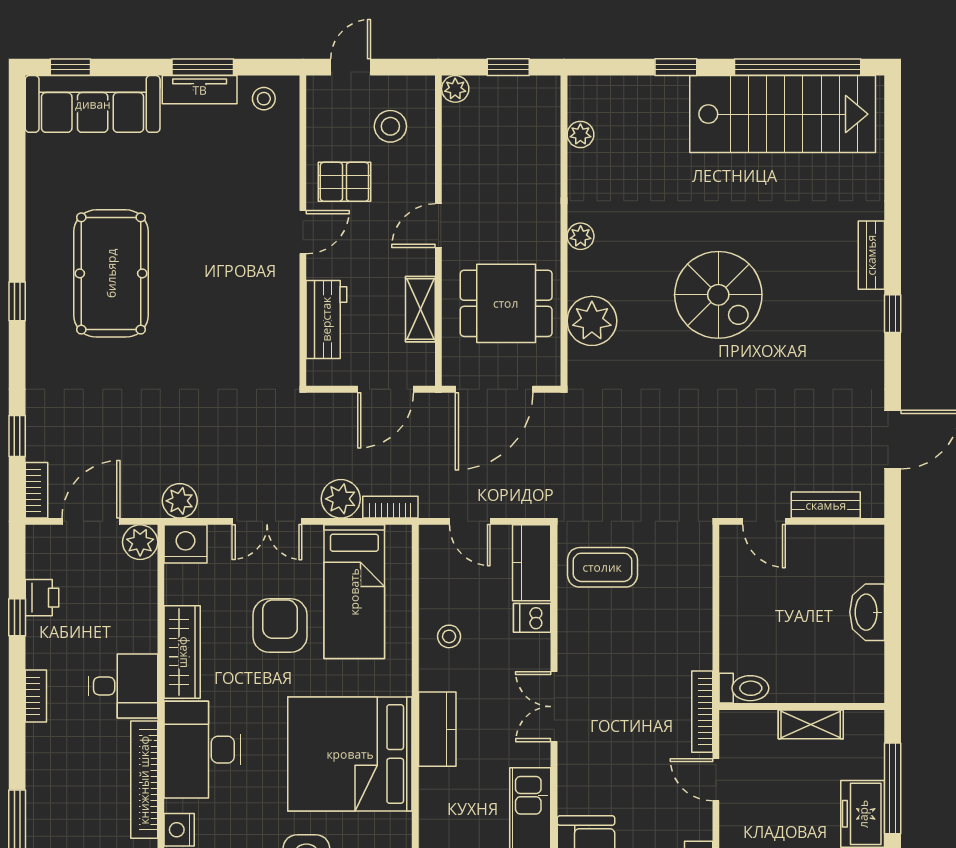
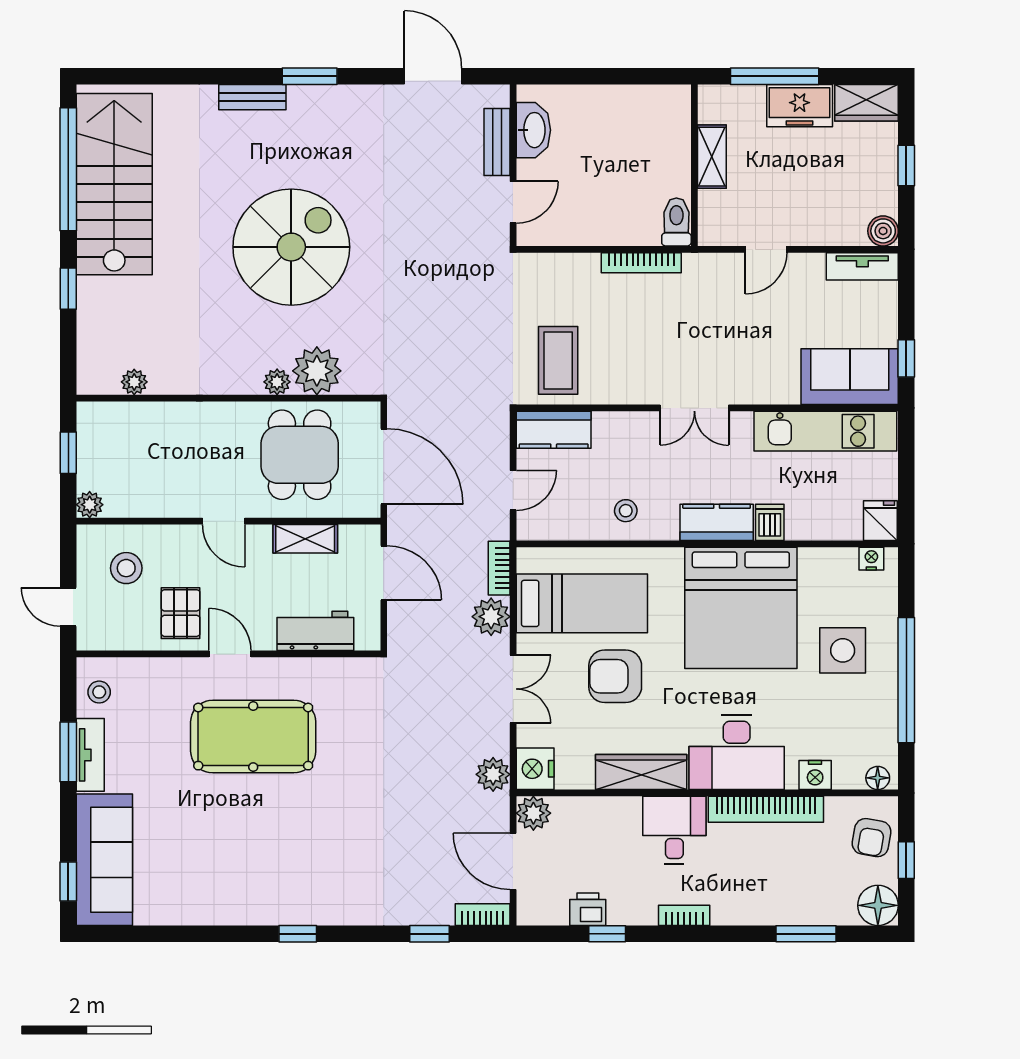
plant: (581, 236) -> (277, 382), moved
pool table: (111, 273) -> (253, 737), moved
spiral stairs: (718, 295) -> (291, 247), width x1.37, depth x1.37
window: (893, 314) -> (310, 76), width x1.50
washbasin: (867, 612) -> (533, 130), moved, turned -90
dishwasher: (532, 618) -> (770, 522), moved, turned 180
bookcase: (702, 712) -> (641, 263), moved

